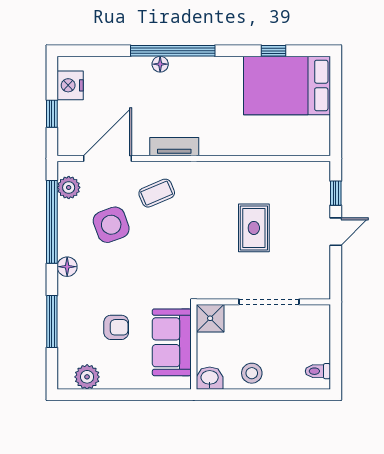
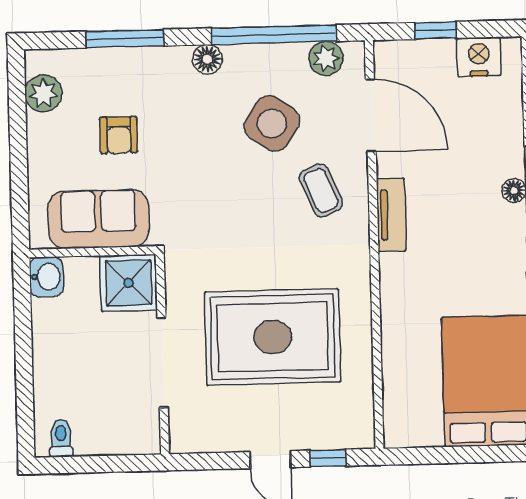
side table: (111, 225) -> (272, 123), turned -37
rug: (254, 228) -> (273, 337), width x1.86, depth x2.06
shower: (210, 318) -> (129, 283), width x1.36, depth x1.36
stool: (252, 373) -> (55, 340), removed

